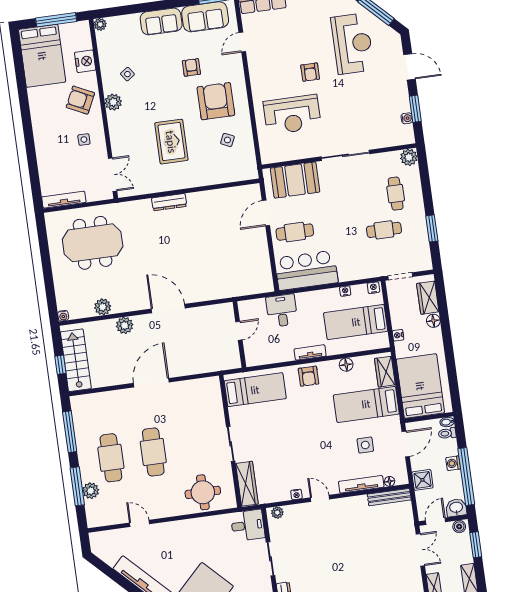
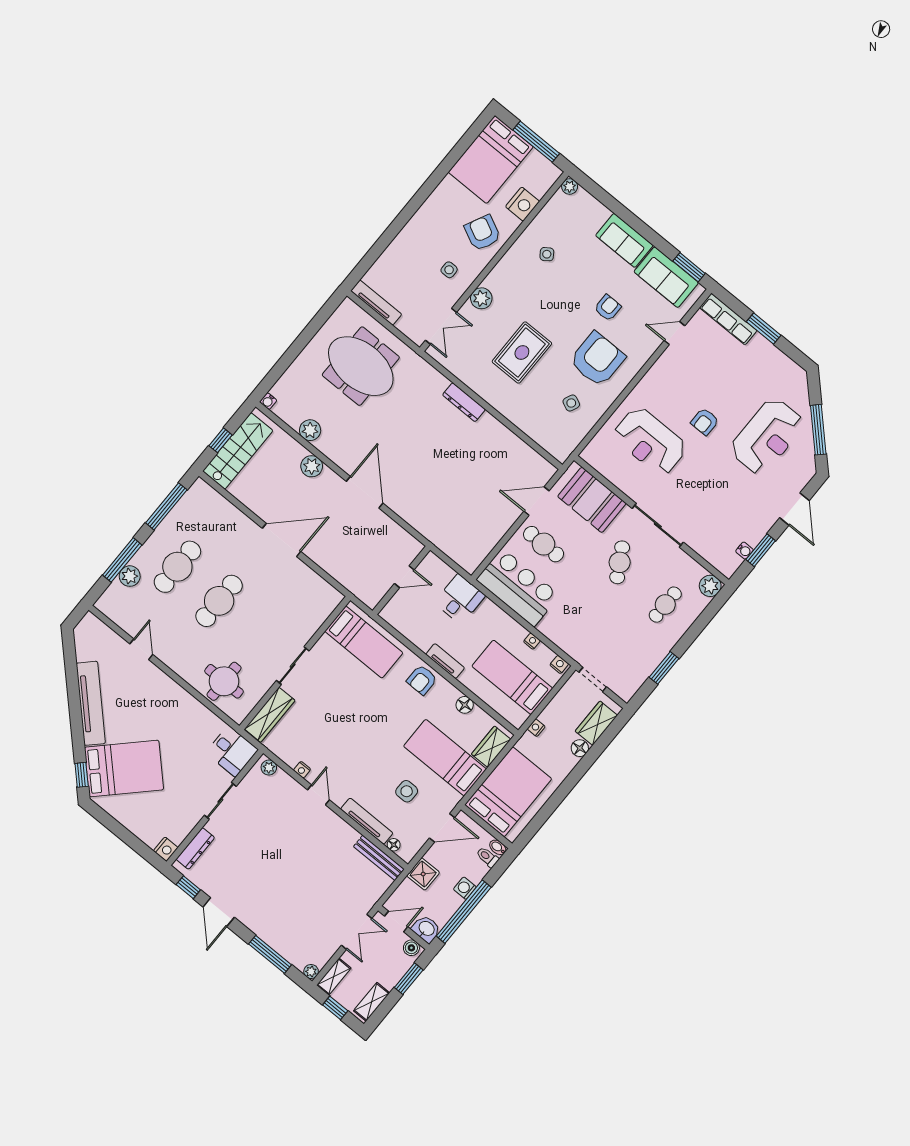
plant: (113, 102) -> (481, 298), moved
cafe table: (384, 230) -> (620, 562), moved, turned 60

